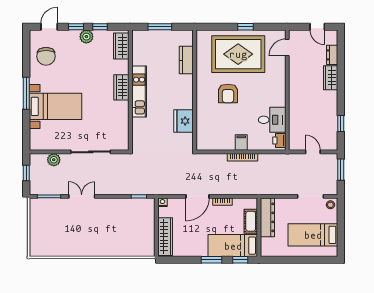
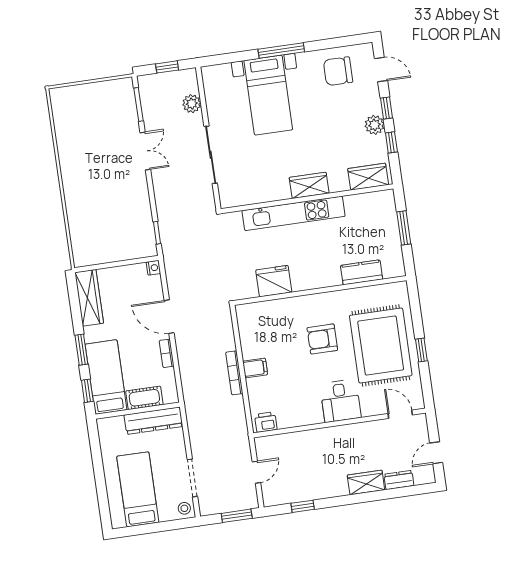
kitchen unit: (139, 91) -> (294, 213), width x1.36
desk: (272, 120) -> (340, 401), moved
wardrobe: (165, 237) -> (89, 298), moved, turned -90

